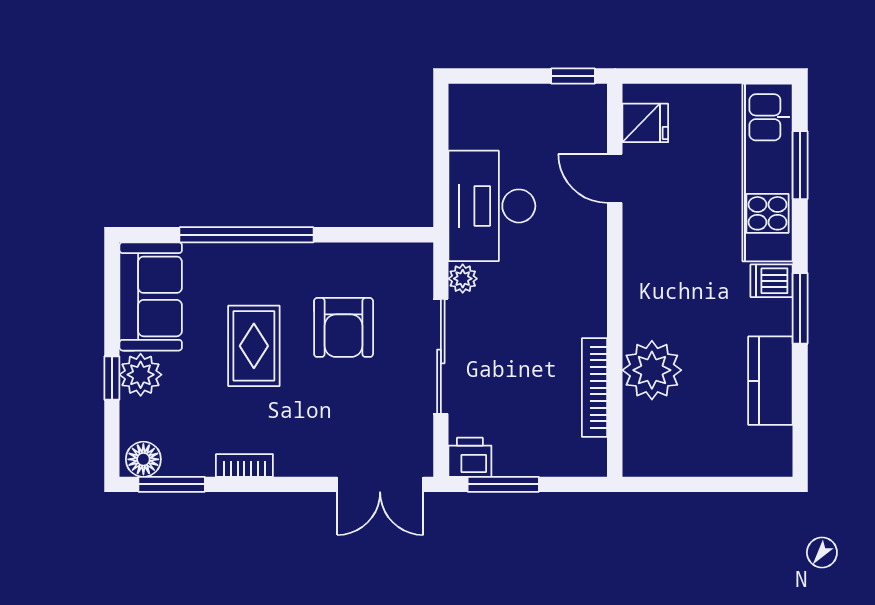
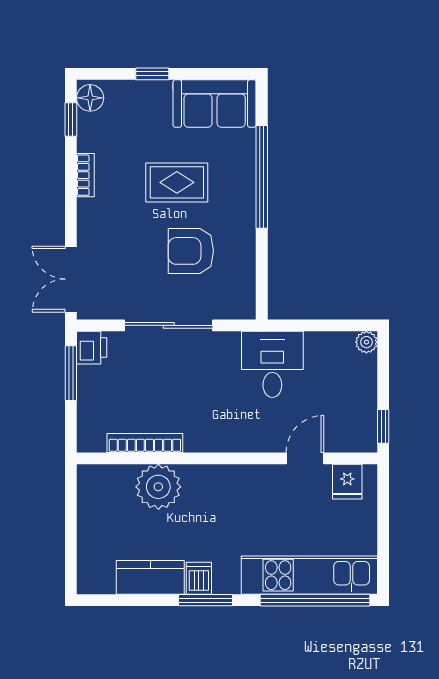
window: (800, 165) -> (315, 600), width x2.11
desk: (492, 206) -> (272, 364), width x0.73
plant: (463, 279) -> (366, 342), moved
dishwasher: (771, 281) -> (199, 578), moved
plant: (141, 375) -> (155, 96), removed
window: (172, 484) -> (71, 120), width x0.67

